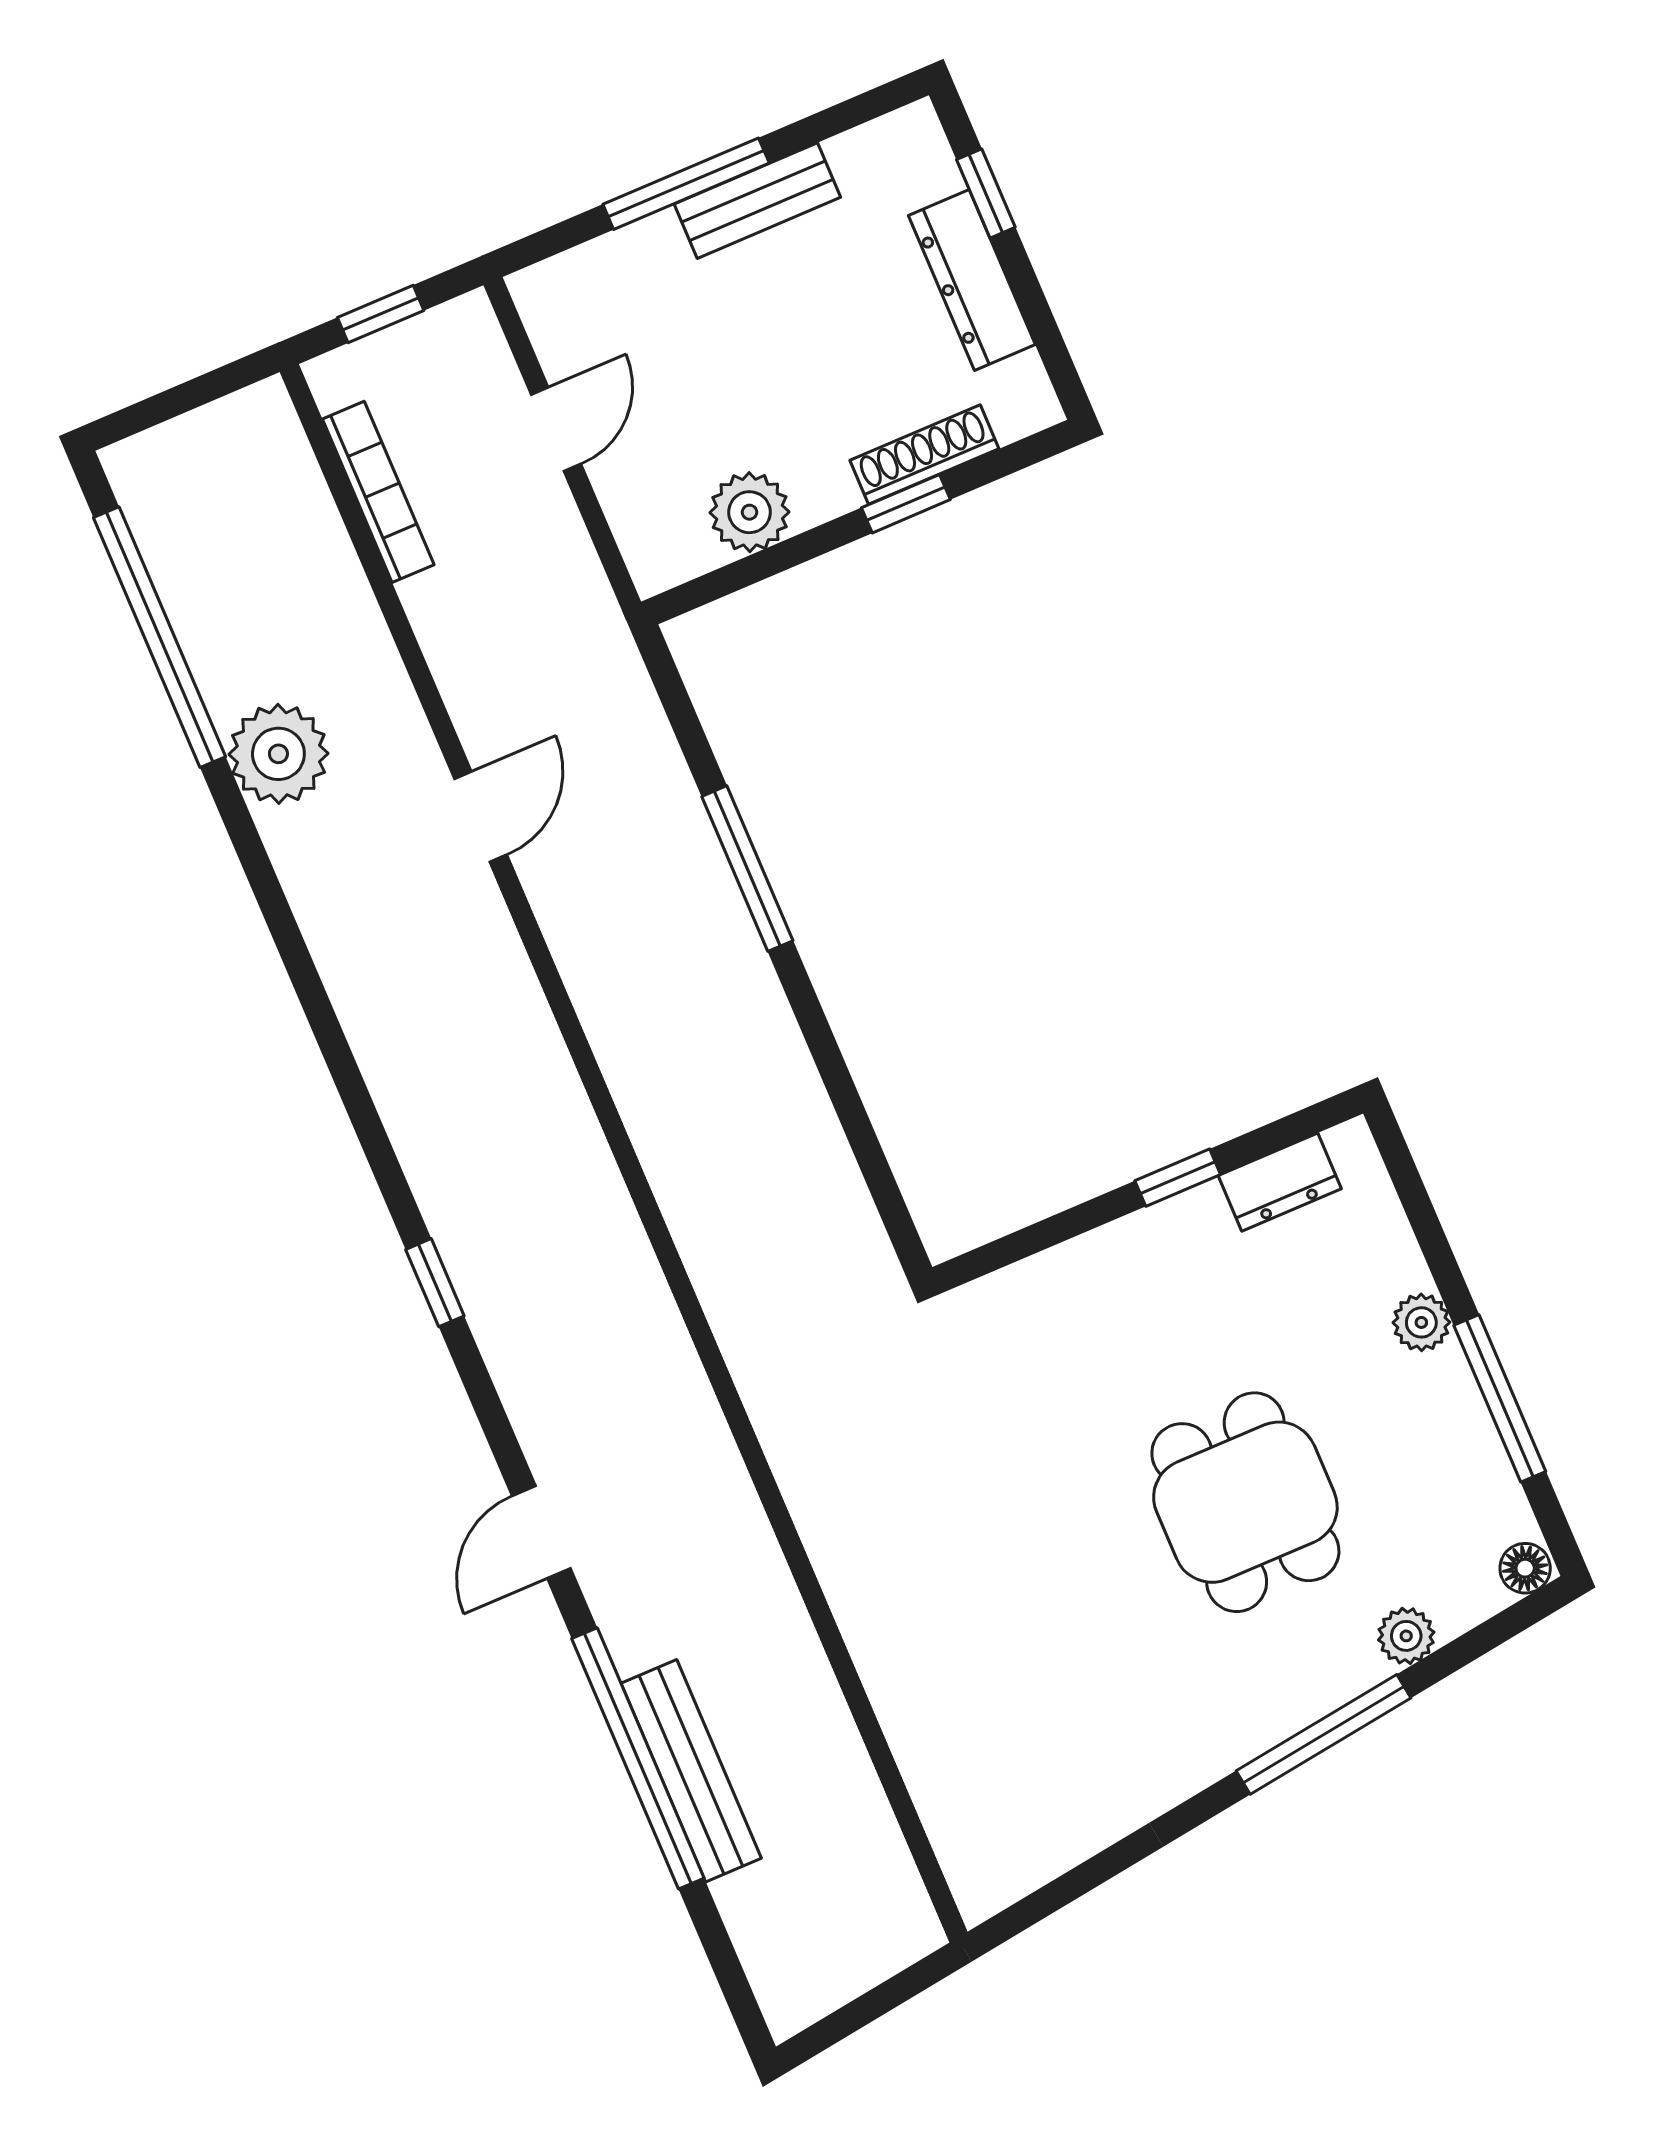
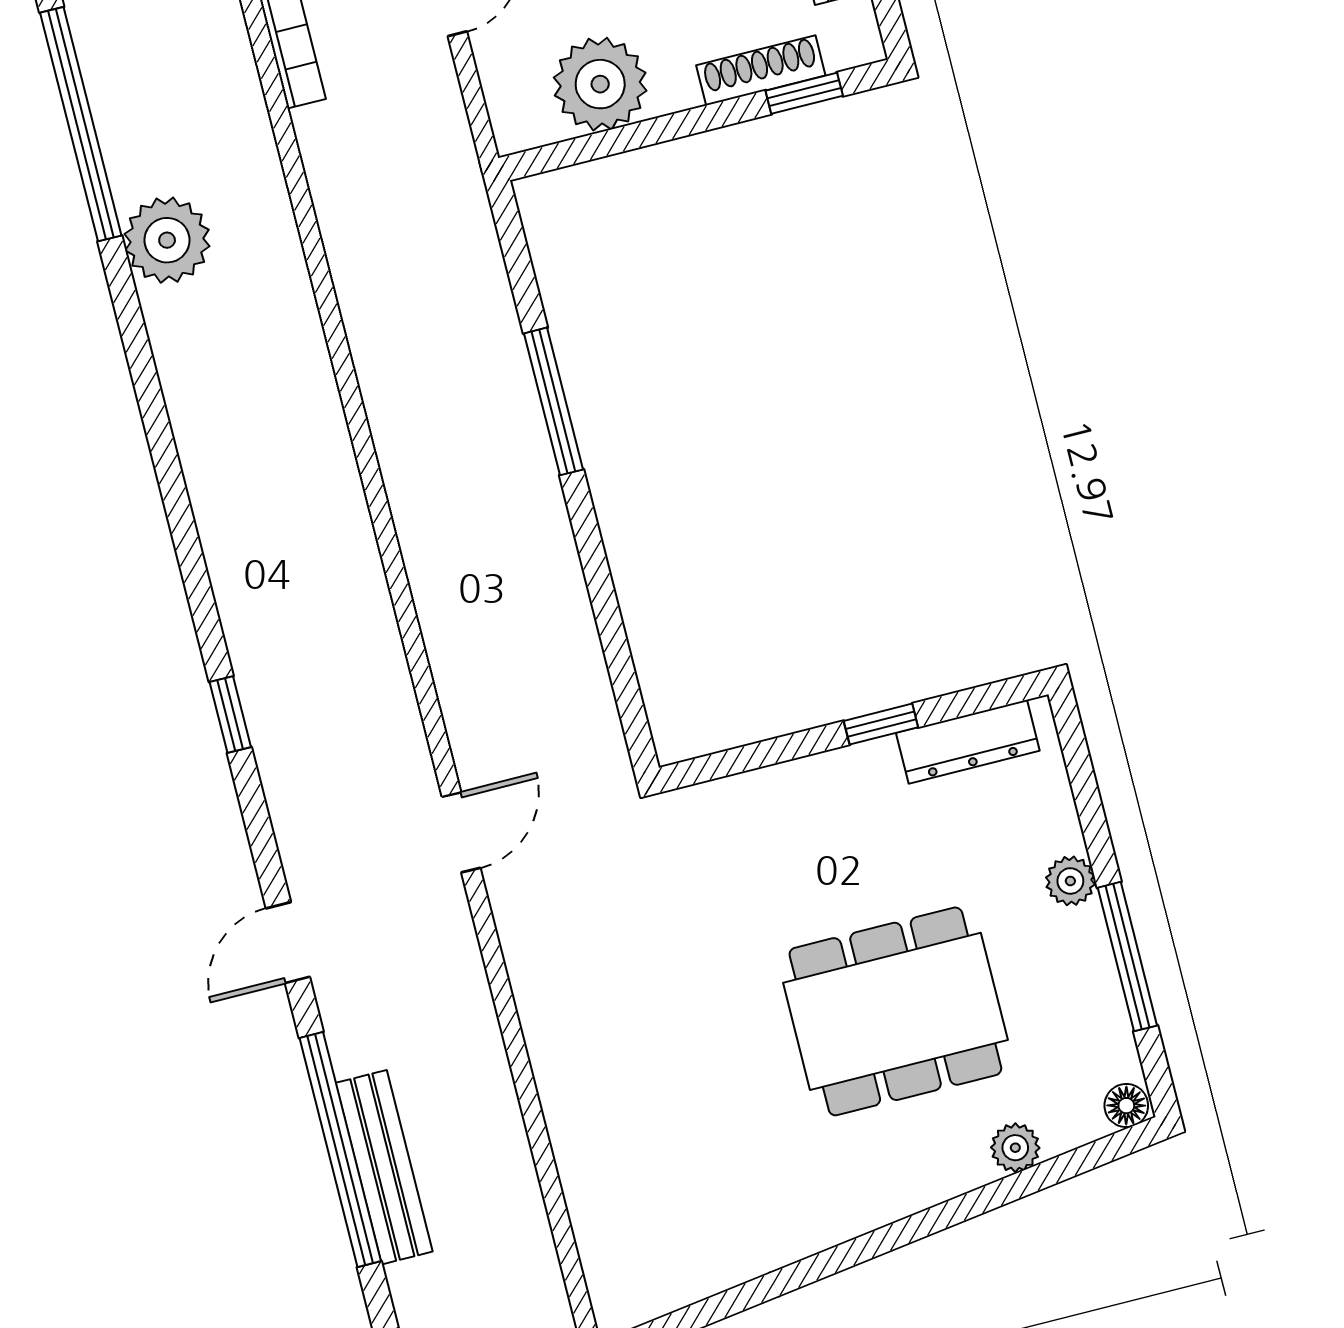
window: (906, 504) -> (804, 93), moved
plant: (750, 512) -> (600, 84), width x1.36, depth x1.36
door: (481, 817) -> (461, 832), moved
dresser: (1280, 1182) -> (968, 742), width x1.44
dining table: (1245, 1502) -> (895, 1011), width x1.37
window: (1324, 1734) -> (931, 1221), removed

